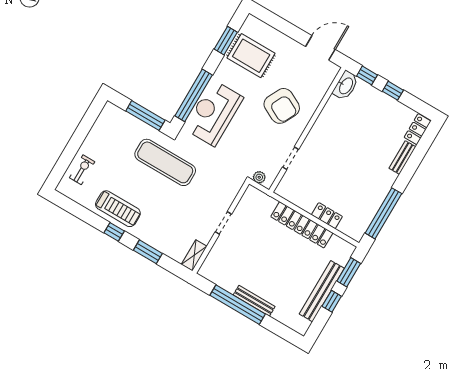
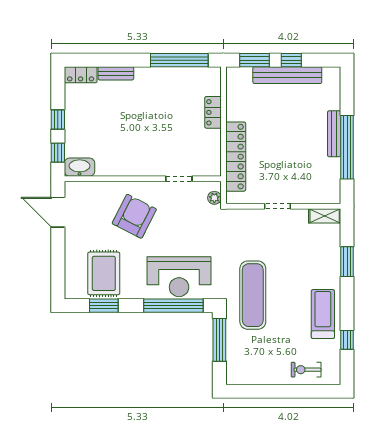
locker: (302, 225) -> (236, 157), moved
window: (114, 232) -> (347, 340), moved

